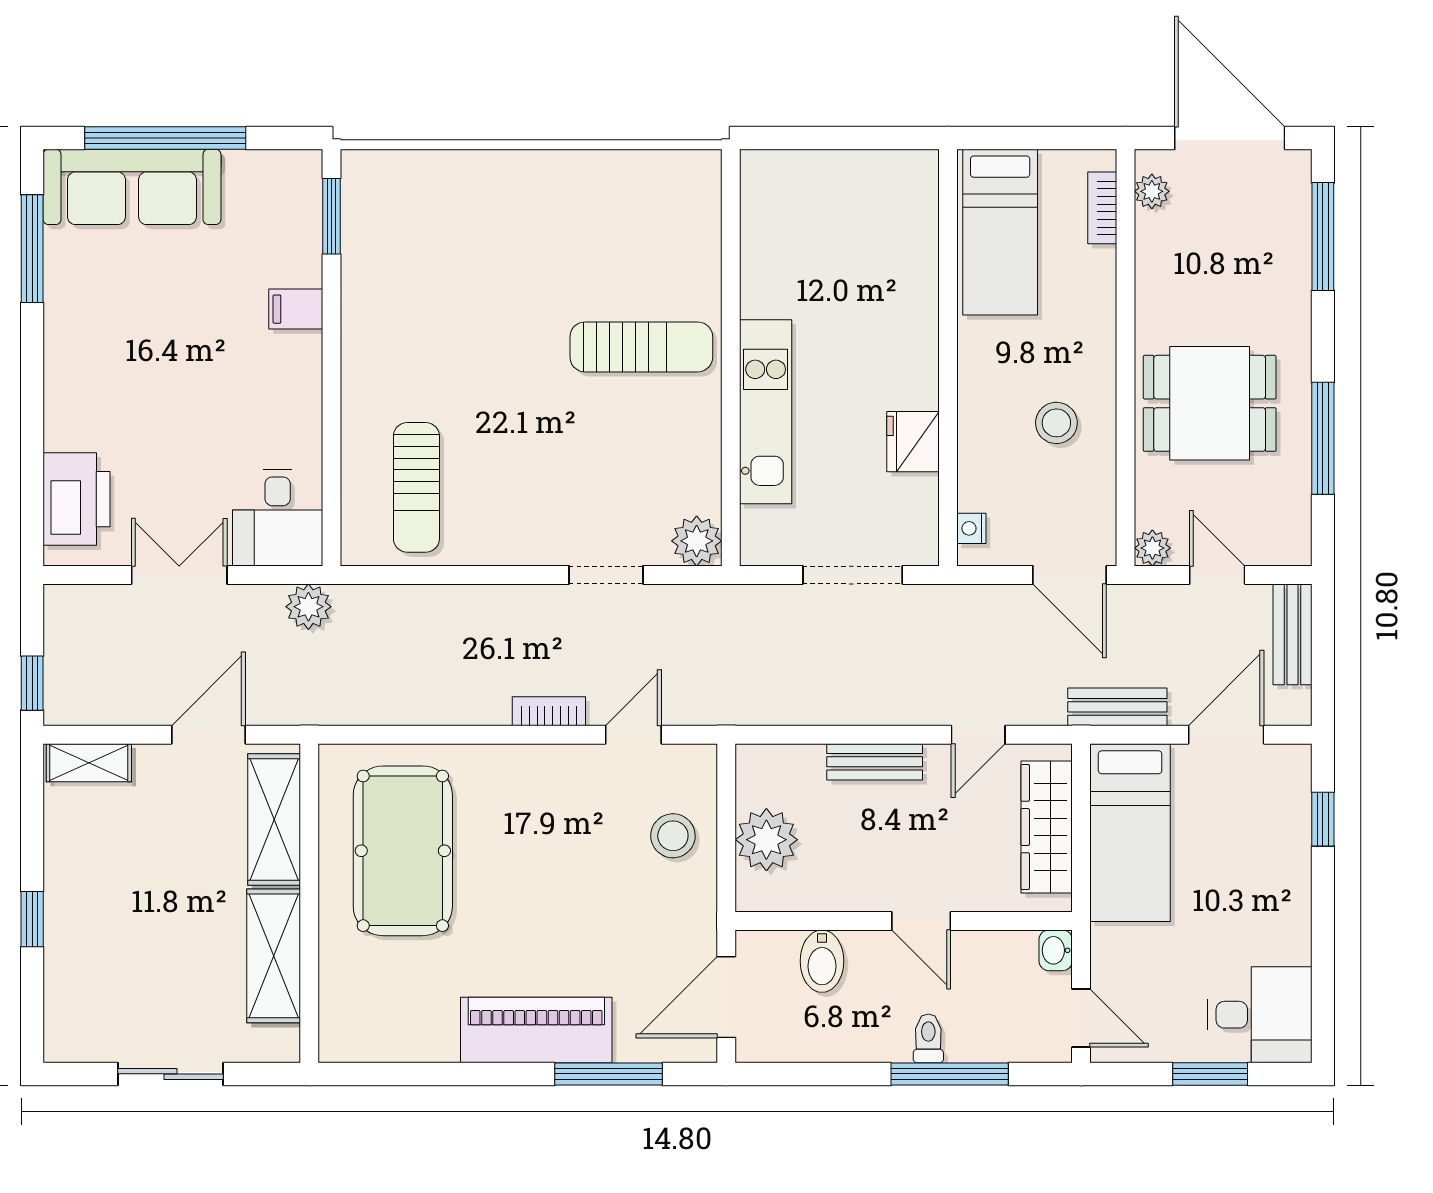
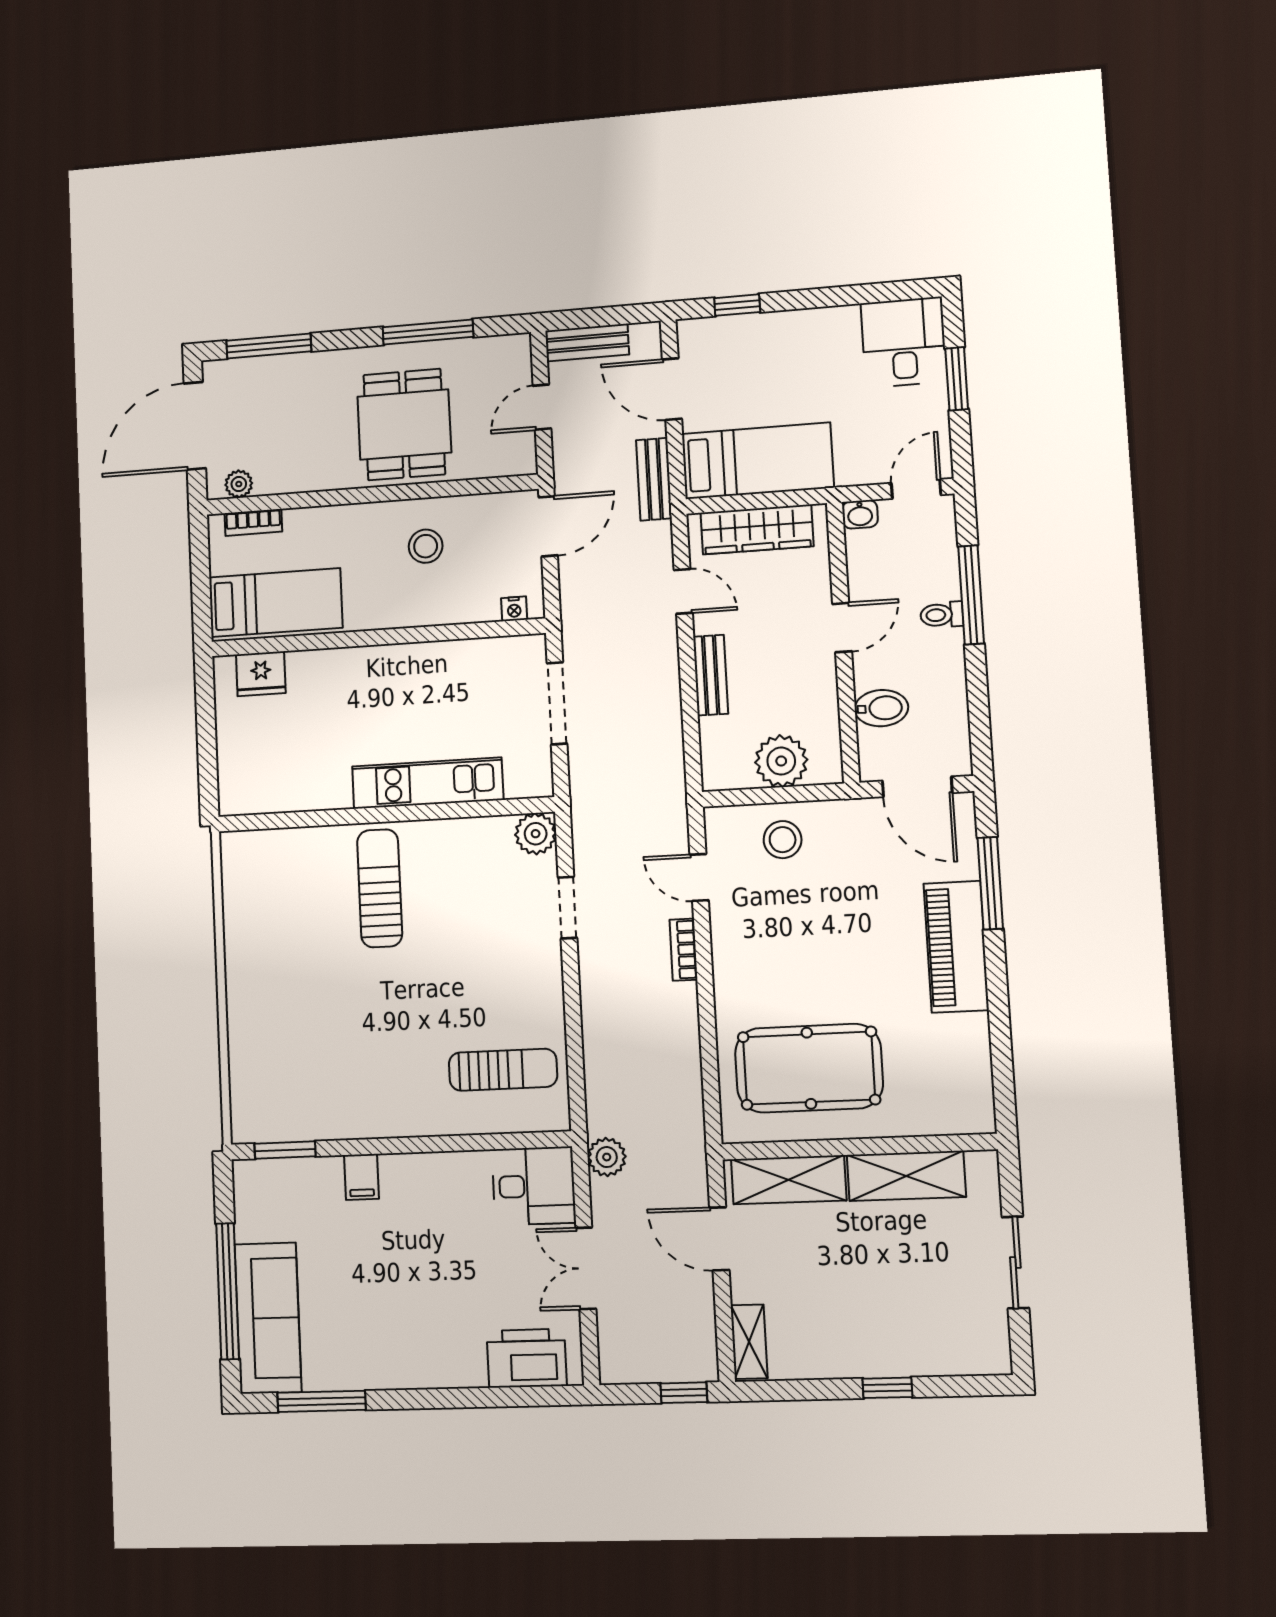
fridge: (913, 442) -> (261, 674), moved
plant: (1152, 548) -> (523, 461), removed

